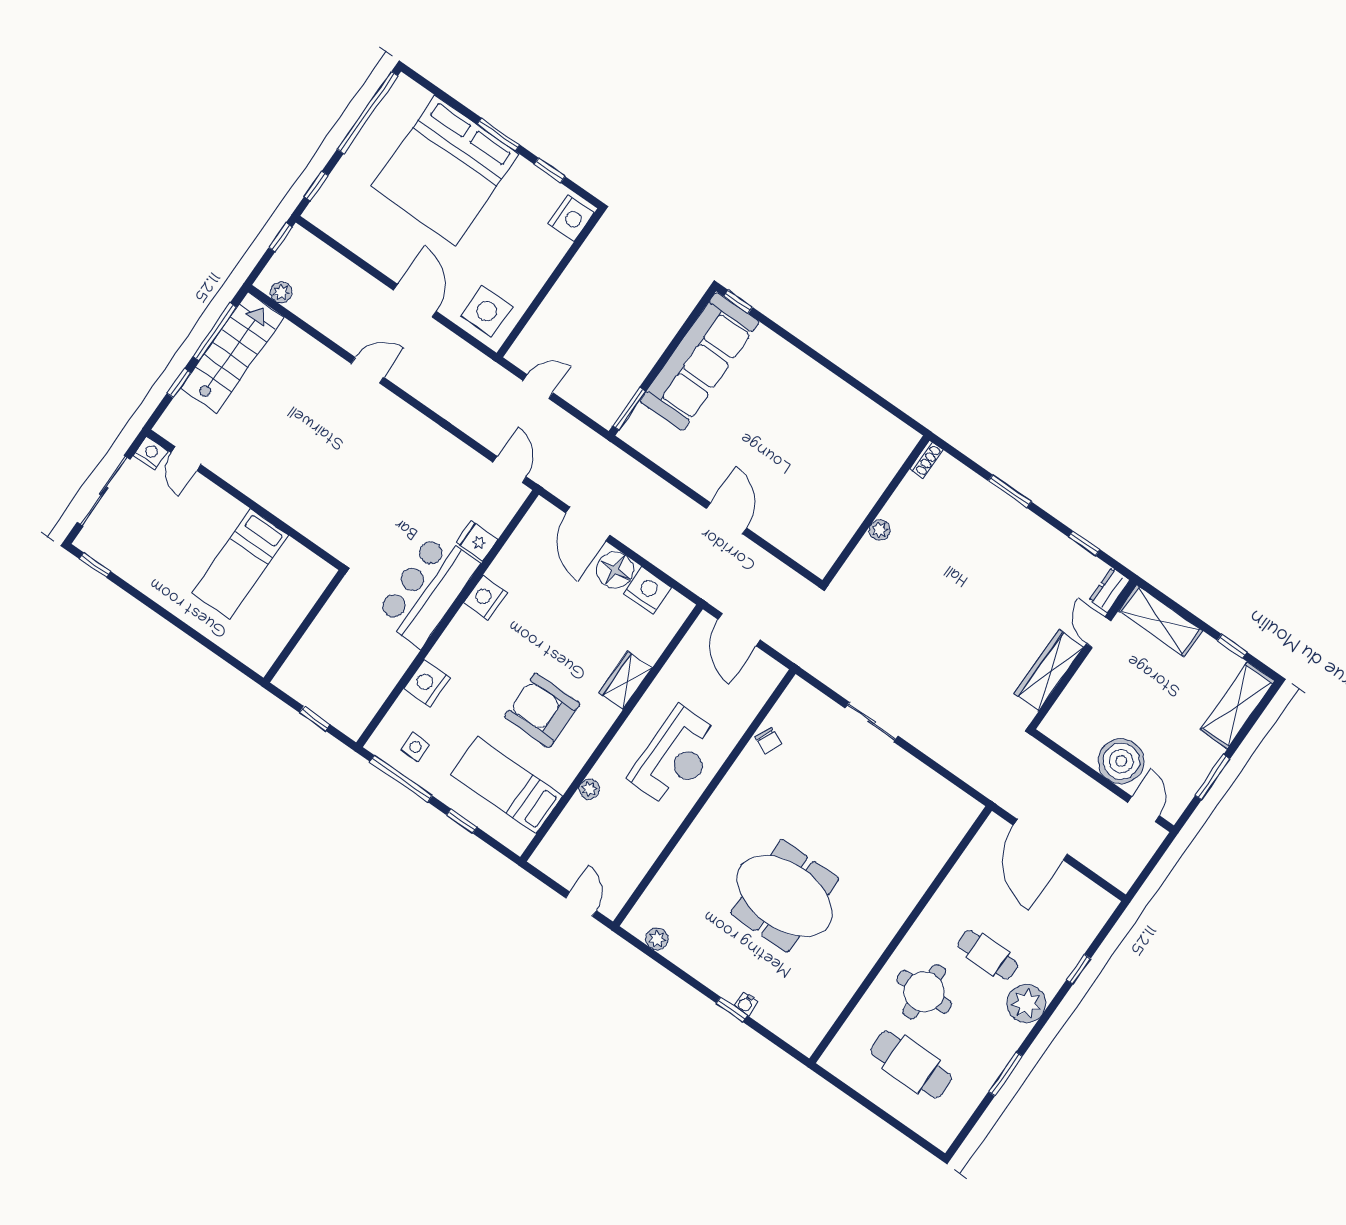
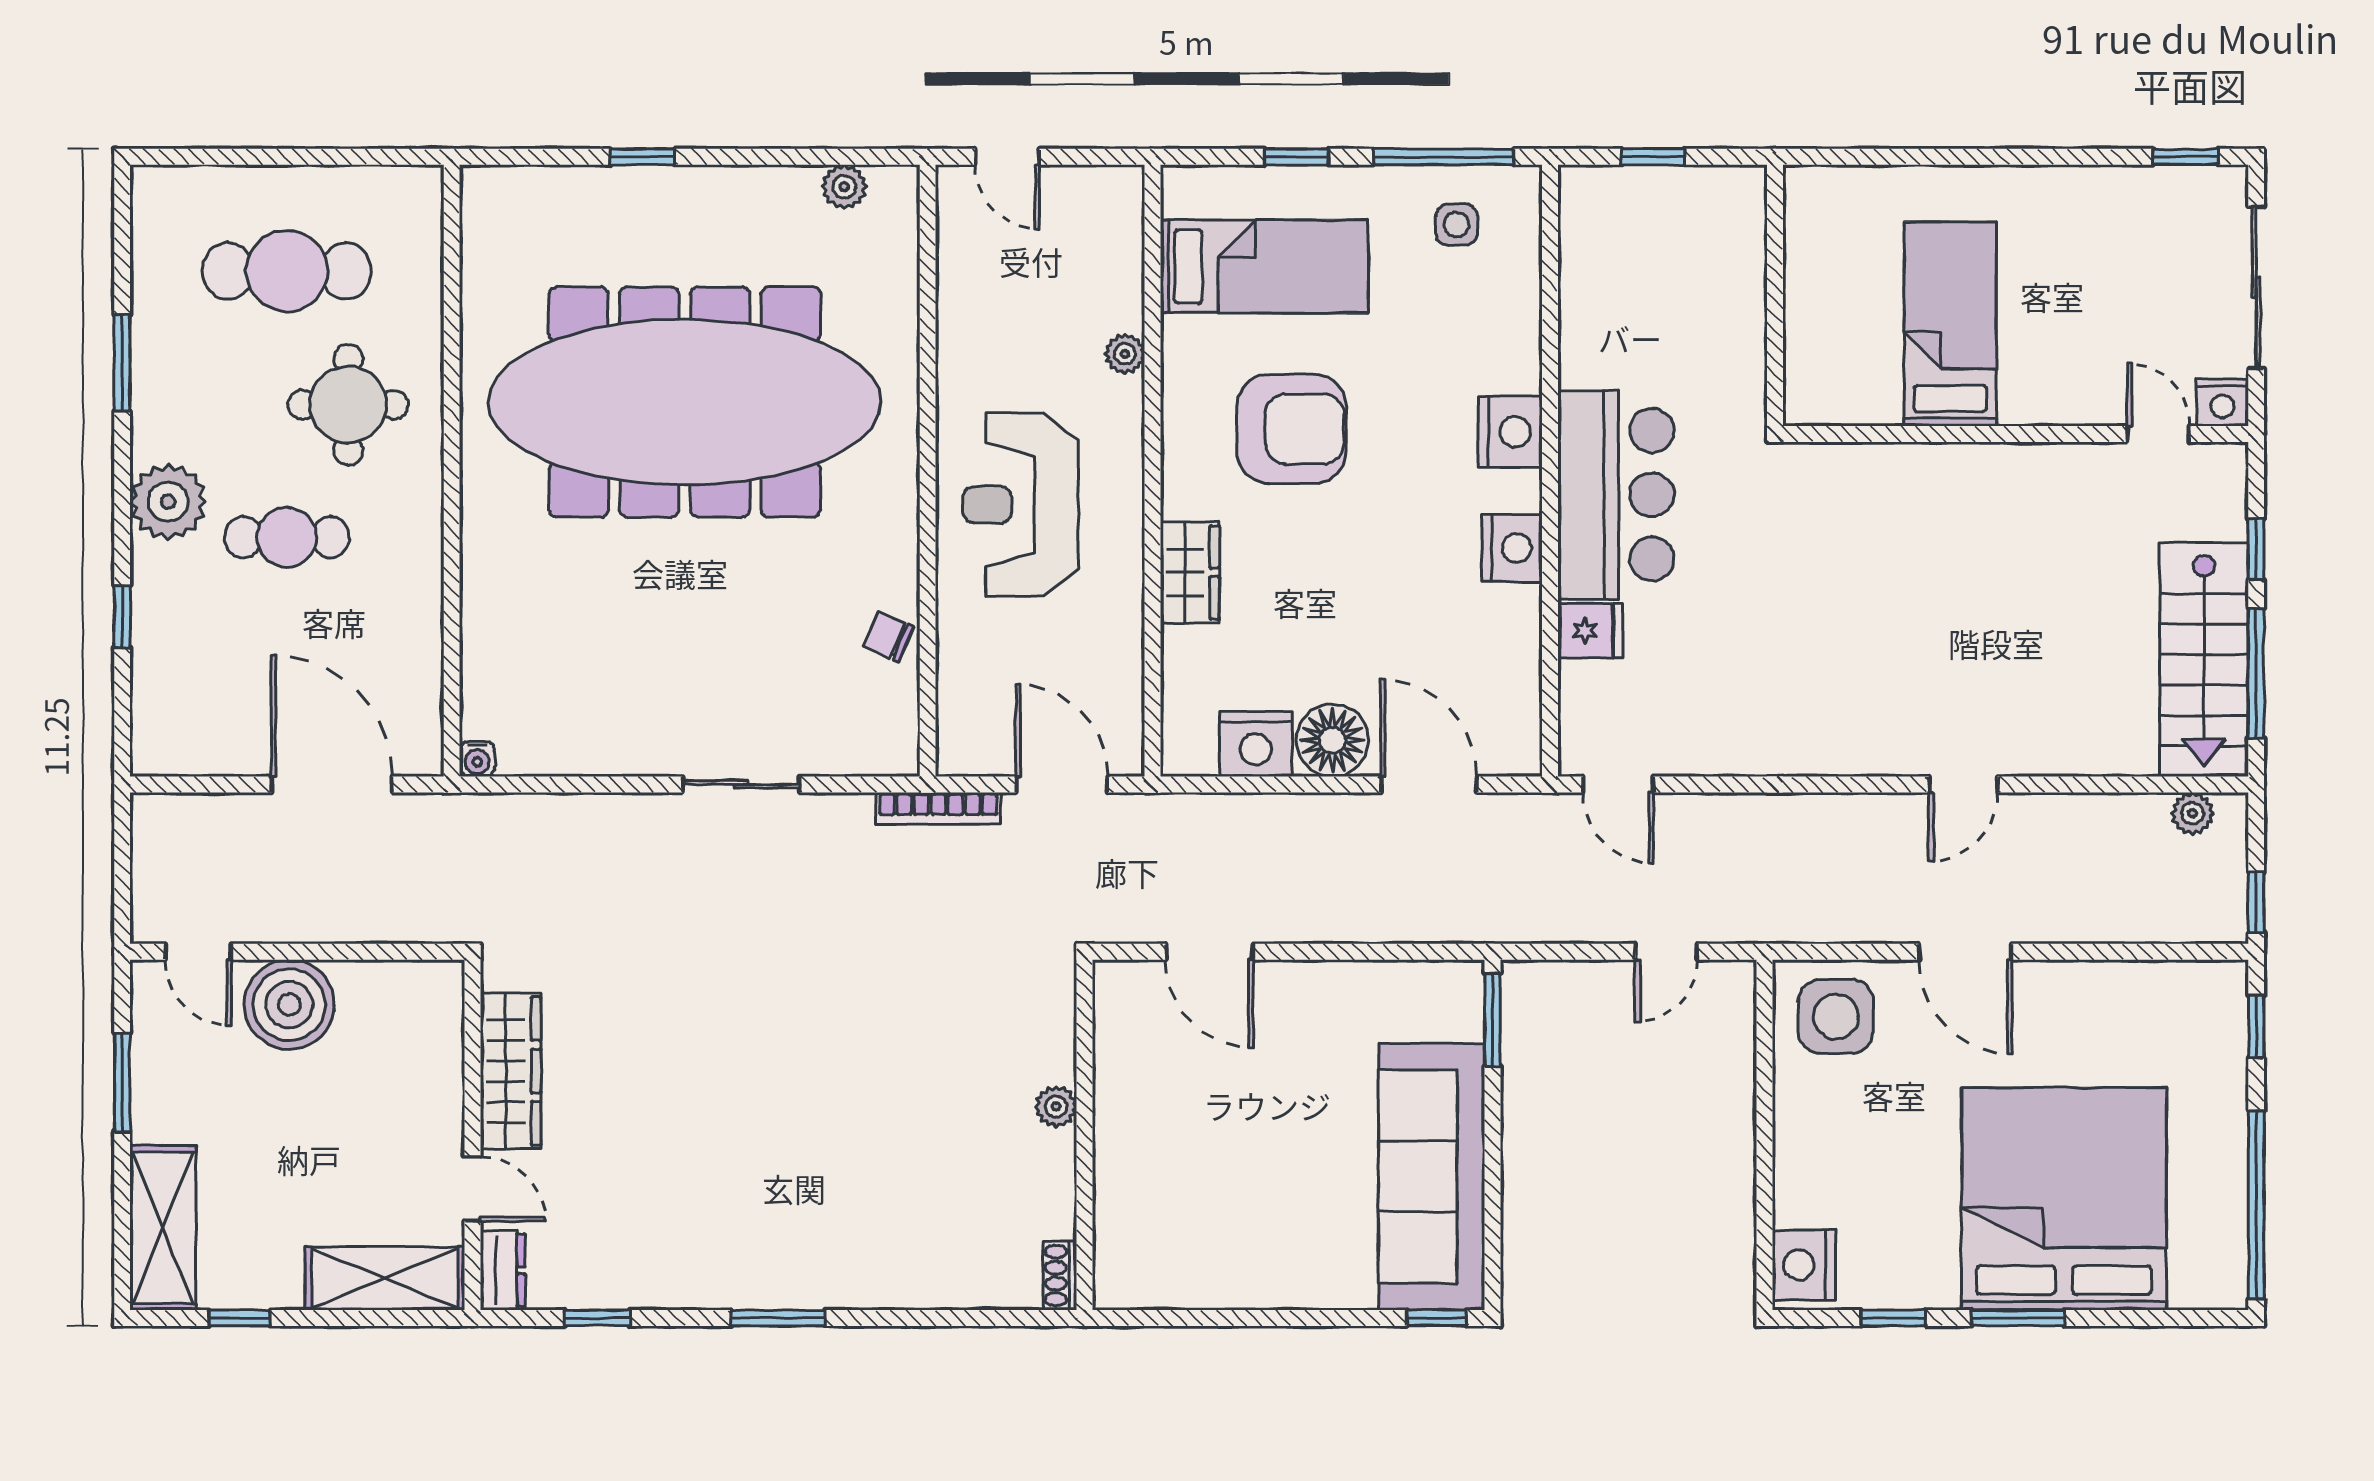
shoe rack: (927, 459) -> (1060, 1276), moved
wall: (876, 510) -> (1085, 1135), moved
plant: (880, 530) -> (1056, 1107), moved
bookcase: (797, 655) -> (938, 808), added
nightstand: (427, 683) -> (1510, 432), moved
meeting table: (785, 896) -> (685, 402), width x1.86, depth x1.27
water cooler: (746, 1004) -> (477, 759), moved, turned 180

